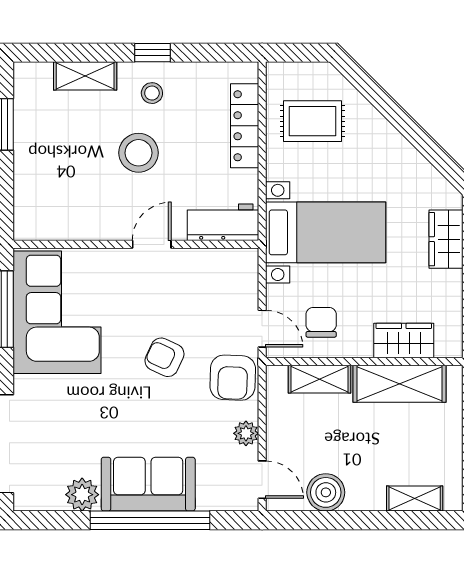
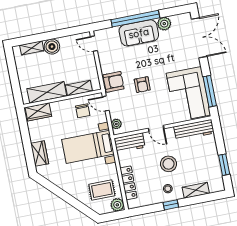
plant: (282, 78) -> (117, 205), added
workbench: (61, 223) -> (194, 130), added
door: (152, 244) -> (156, 129), hinge flipped
wardrobe: (404, 341) -> (38, 112), moved
armchair: (164, 357) -> (142, 85), turned 65
armchair: (233, 378) -> (114, 82), turned 88
plant: (246, 433) -> (116, 124), moved
boiler: (326, 492) -> (52, 47), moved

